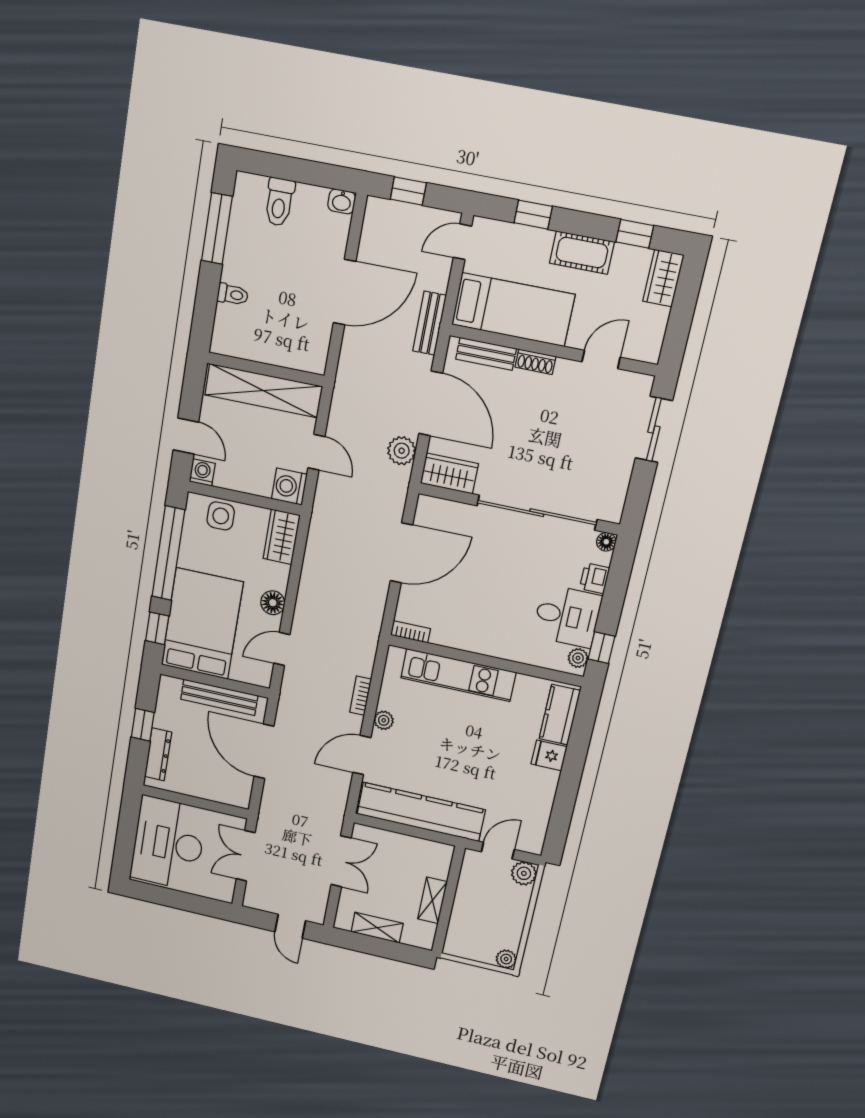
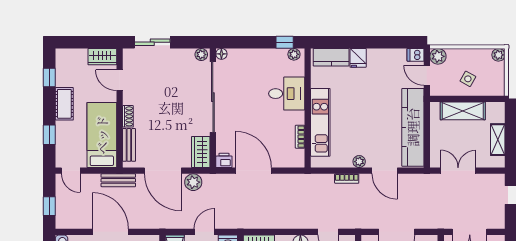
wardrobe: (663, 278) -> (102, 57), moved
door: (431, 403) -> (163, 171), swing flipped
plant: (613, 508) -> (201, 55), added
printer: (594, 578) -> (224, 160), moved, turned 180
desk: (567, 616) -> (287, 94), moved, turned 90
bookcase: (410, 632) -> (300, 137), moved
dishwasher: (534, 842) -> (416, 55), added
shelving: (432, 900) -> (463, 111), width x1.50, depth x1.33
side table: (479, 908) -> (468, 79), added

